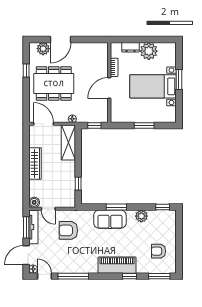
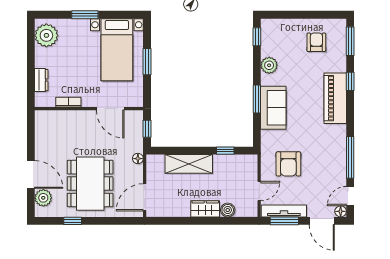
plant: (149, 51) -> (46, 35), moved
bed with nightstands: (153, 86) -> (117, 50), moved
door: (109, 88) -> (110, 109), moved
shelving: (68, 143) -> (189, 164), moved
wardrobe: (35, 163) -> (205, 209), width x0.67
boiler: (34, 202) -> (228, 210), moved
armchair: (158, 251) -> (316, 42), turned 180

